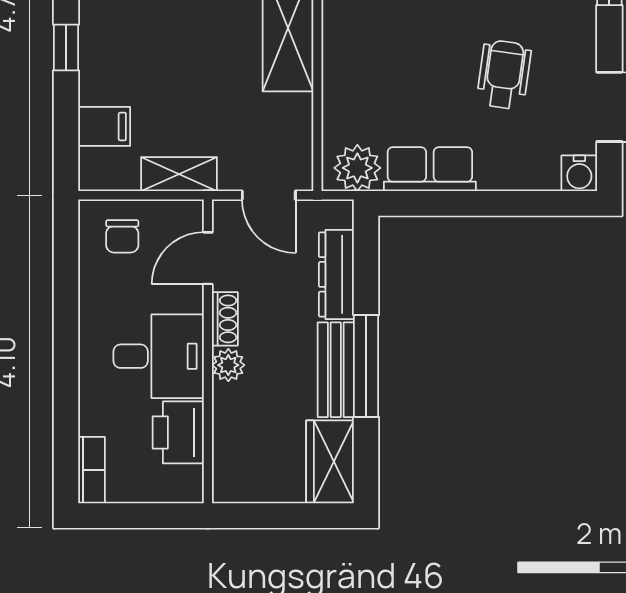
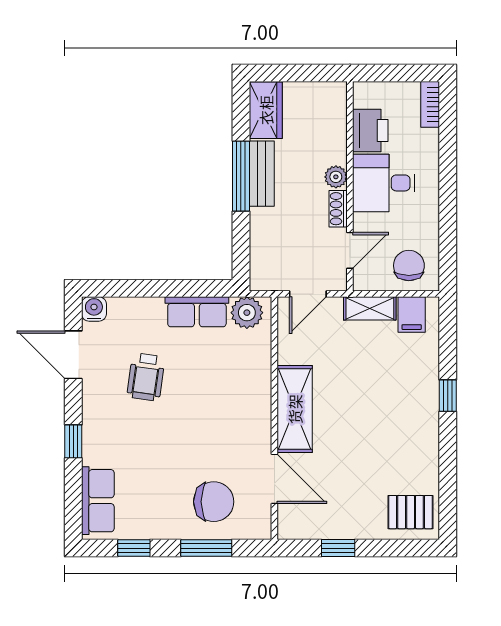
filing cabinet: (104, 126) -> (412, 315), moved, turned -90
door: (269, 195) -> (308, 294), swing flipped
chair: (122, 236) -> (409, 266), width x1.37, depth x1.37
dresser: (336, 274) -> (261, 239), removed

